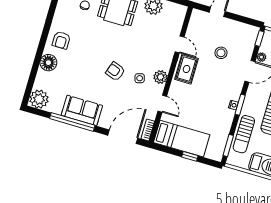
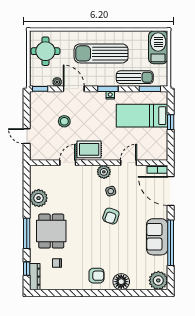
bed: (182, 139) -> (142, 116), moved, turned -90

